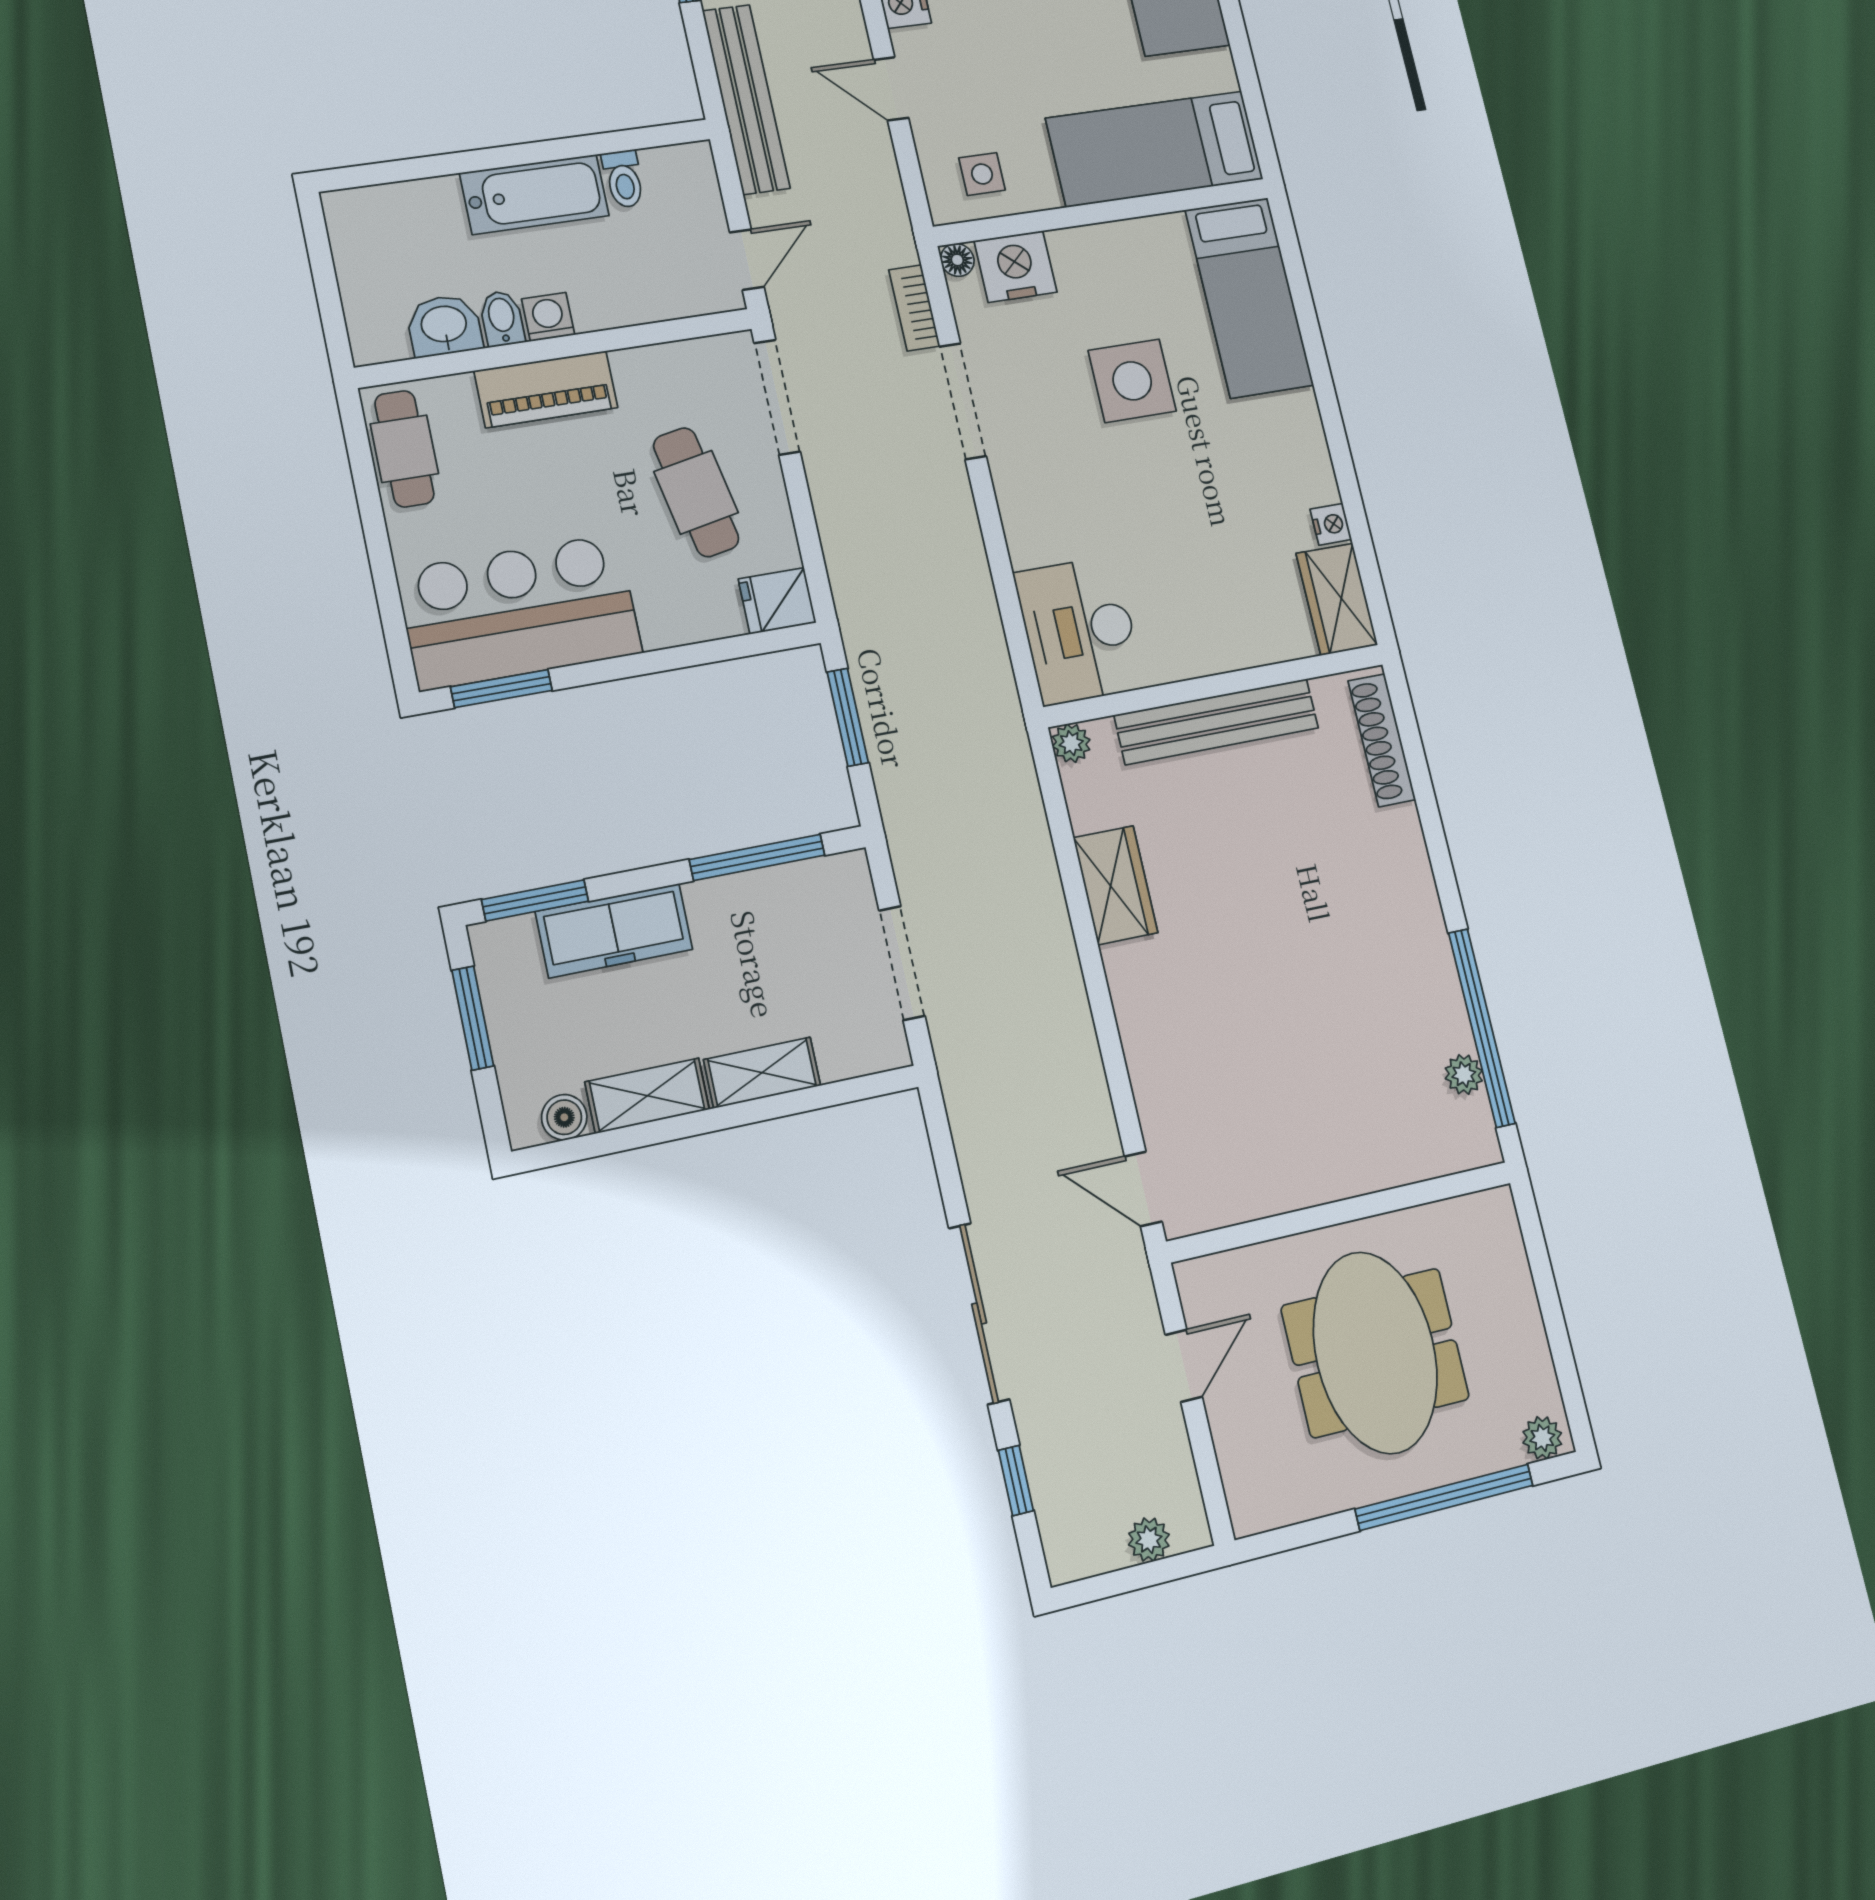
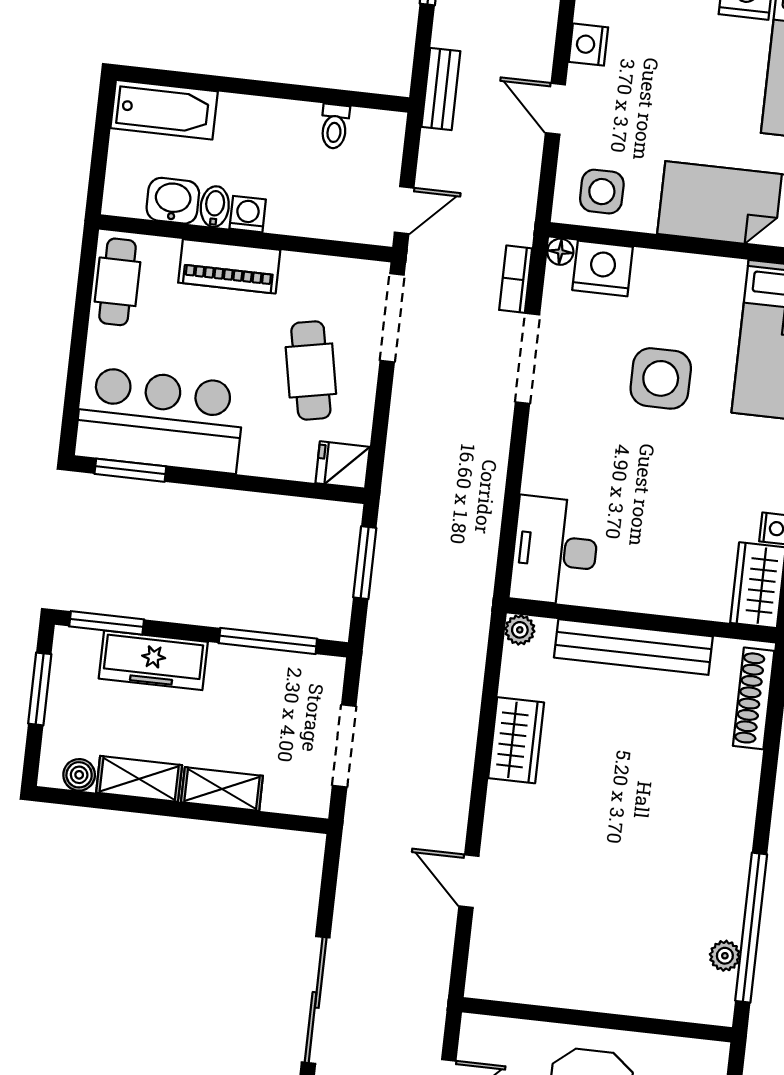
bench: (746, 99) -> (441, 89), width x0.54, depth x0.82
side table: (982, 174) -> (602, 192), width x1.37, depth x1.37
bathtub: (534, 194) -> (164, 110), moved
door: (1143, 1189) -> (469, 881), moved

